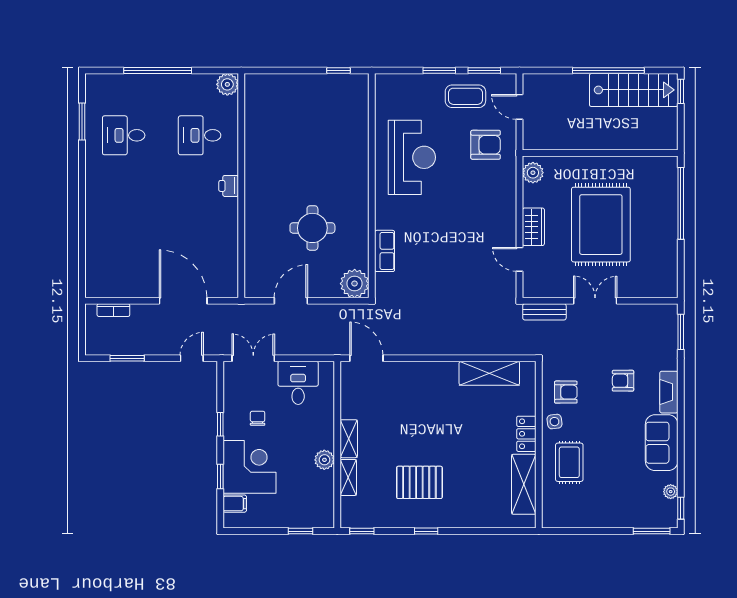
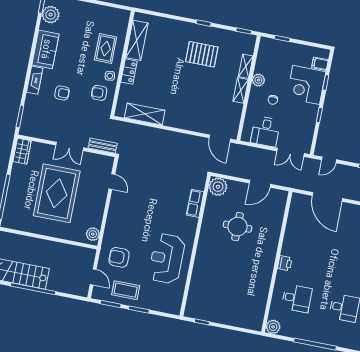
wardrobe: (533, 227) -> (22, 151), moved, turned 180
chair: (258, 418) -> (273, 100), moved
plant: (671, 492) -> (51, 15), width x1.87, depth x1.87

